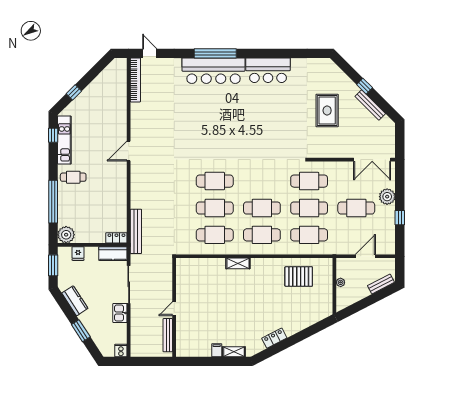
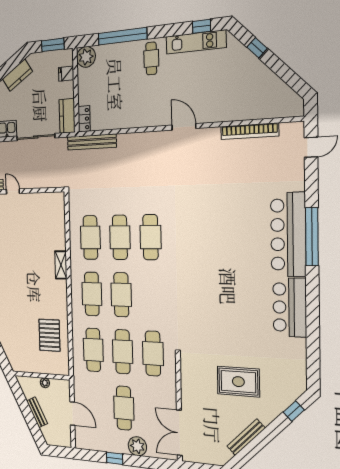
bookcase: (135, 80) -> (250, 131), moved
window: (365, 86) -> (294, 411), moved
bench: (381, 284) -> (37, 412), moved

